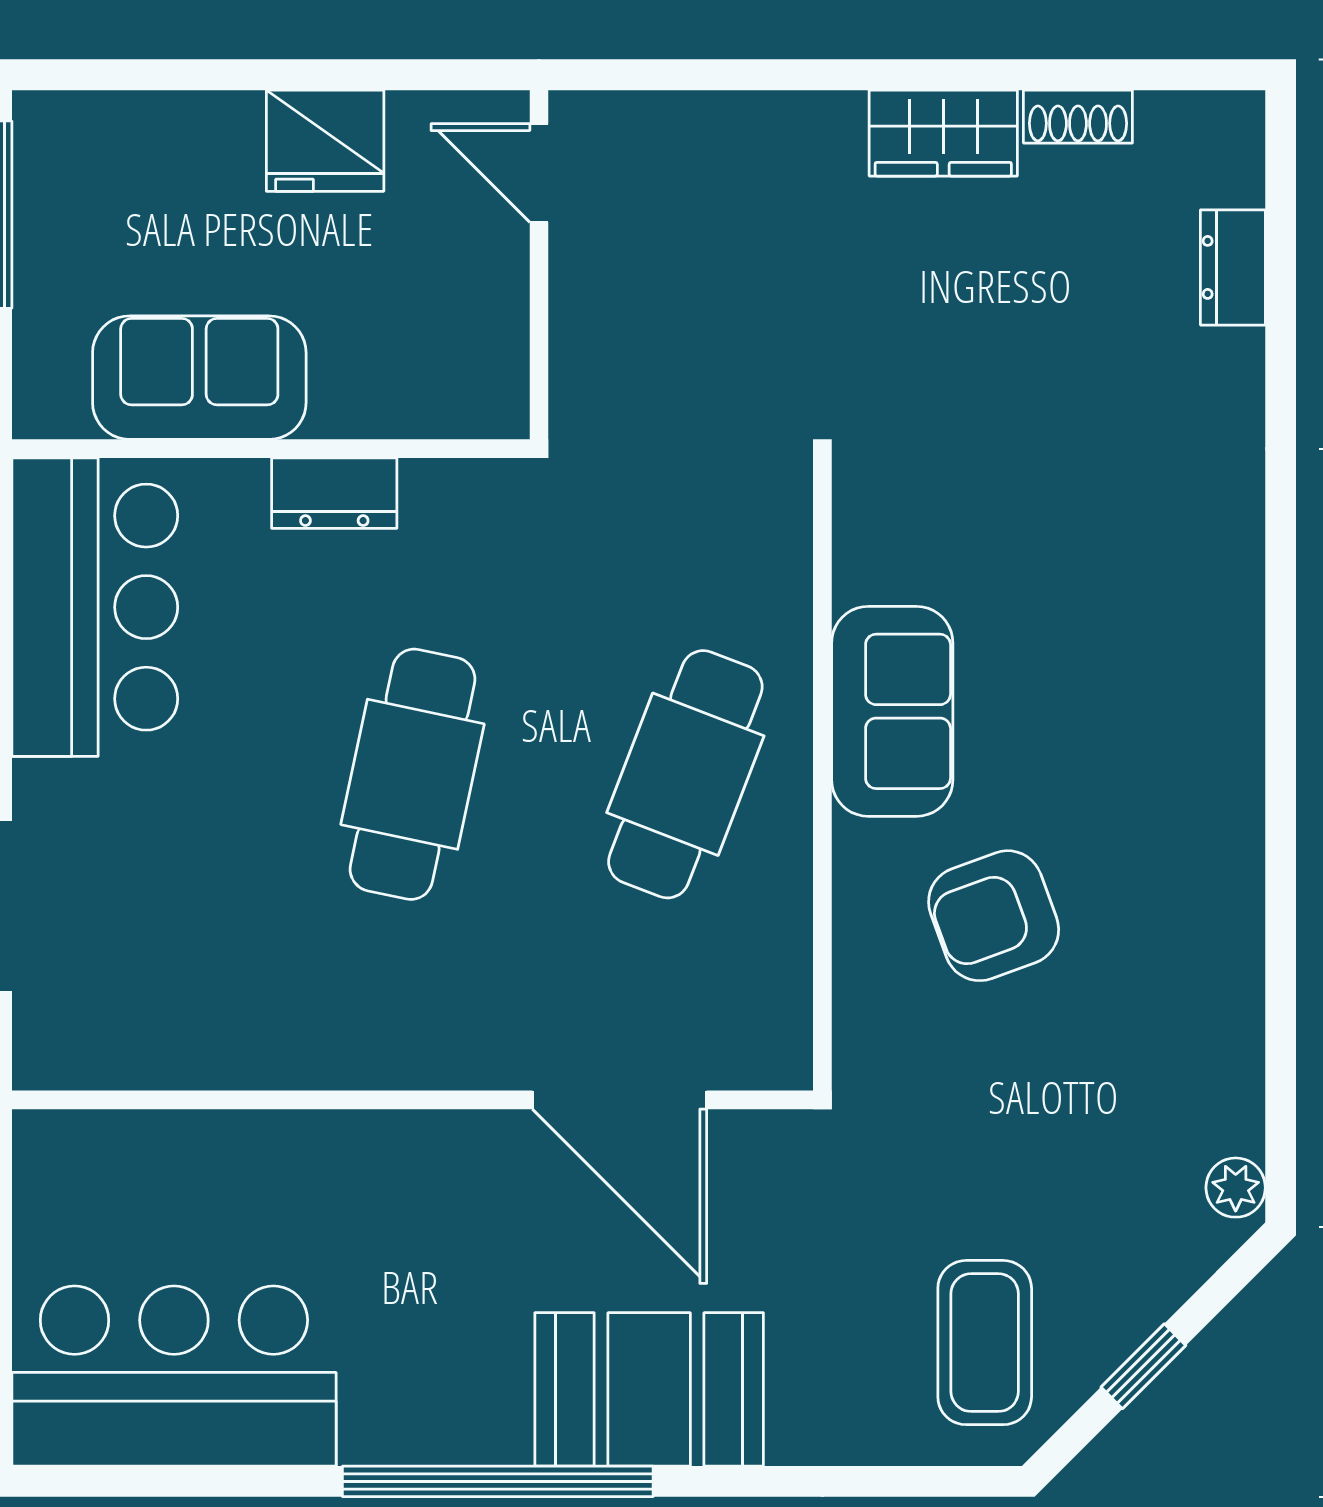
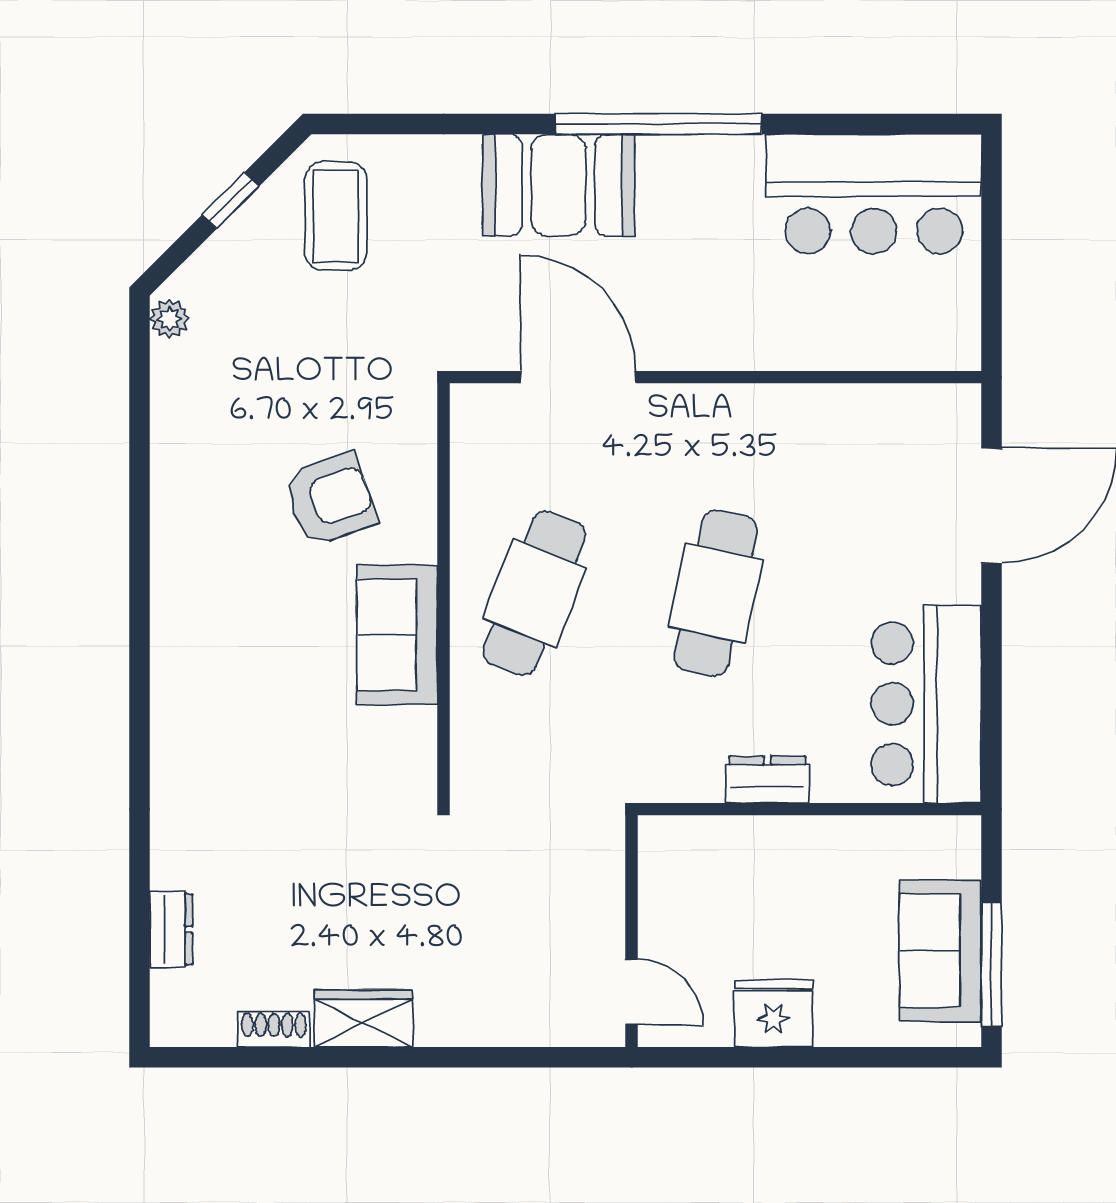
sofa: (199, 378) -> (940, 951), moved, turned 90

